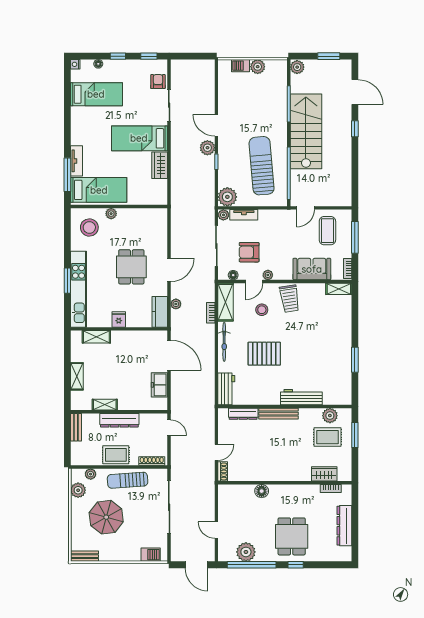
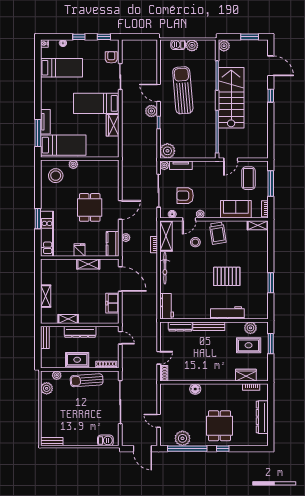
sun lounger: (262, 166) -> (183, 90), moved
kitchen unit: (79, 289) -> (47, 234), width x0.73
shelving: (96, 337) -> (88, 264), moved
pallet: (264, 354) -> (227, 276), moved
parasol: (106, 517) -> (69, 410), removed

